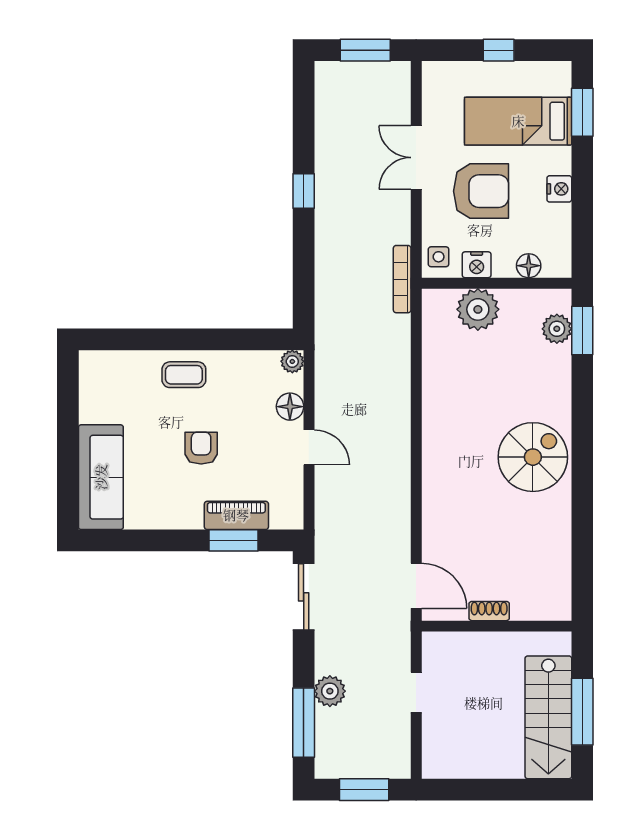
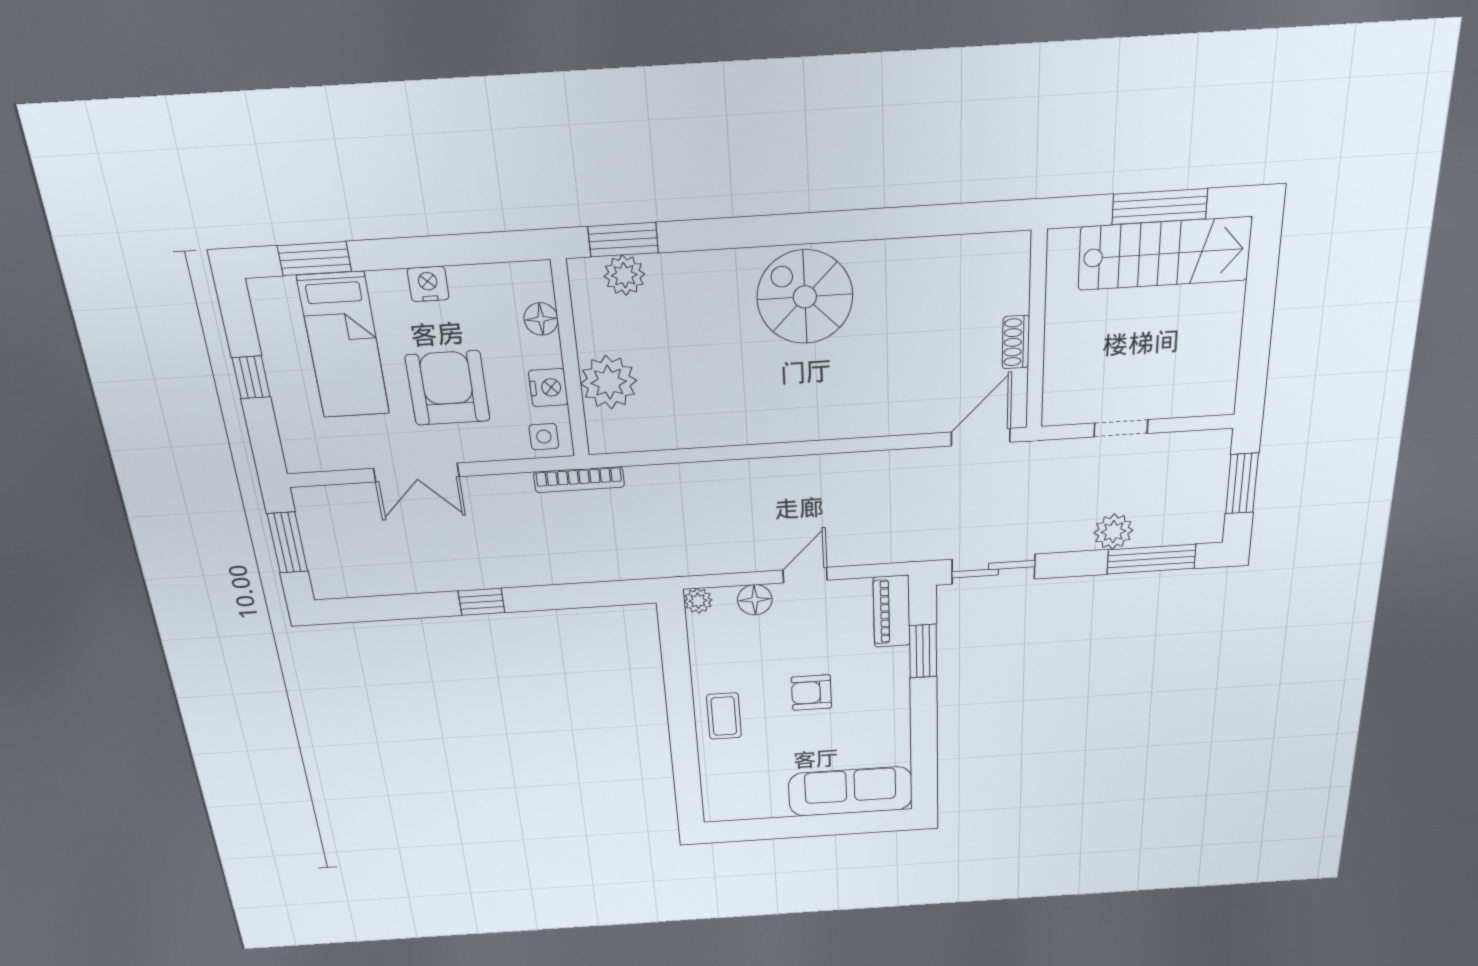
piano: (236, 515) -> (892, 611), moved

